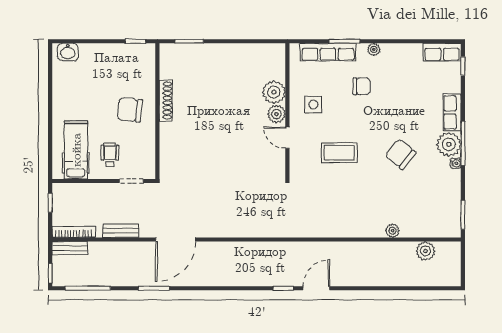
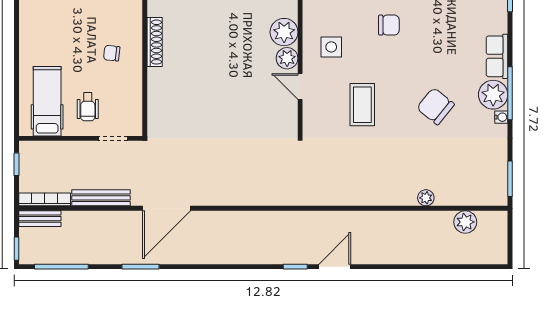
chair: (130, 110) -> (112, 53), width x0.54, depth x0.54
coffee table: (339, 153) -> (362, 105), turned 90
wheelchair: (110, 155) -> (88, 107), turned 180
bench: (121, 231) -> (101, 198), width x1.36

